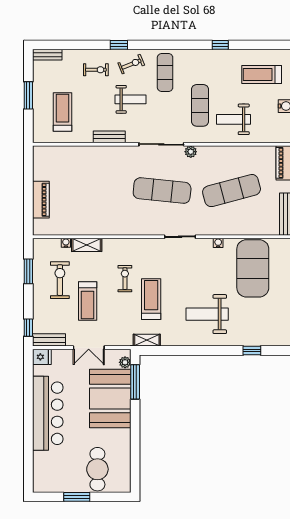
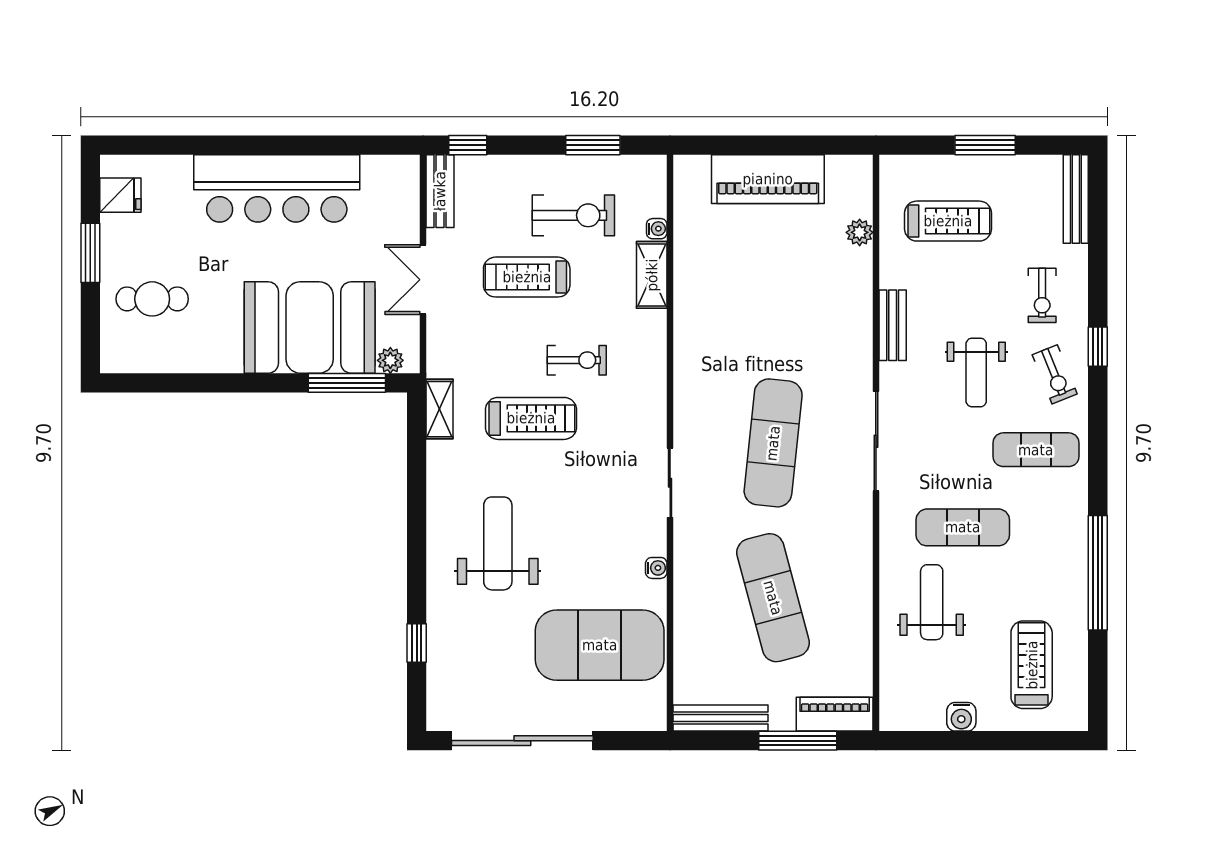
window: (220, 45) -> (1098, 573), width x3.17
bench: (47, 55) -> (1076, 199), width x1.36
plant: (191, 152) -> (860, 232), moved
piano: (41, 200) -> (768, 179), width x1.37, depth x1.33
fridge: (42, 357) -> (120, 195), moved, turned -90
cafe table: (97, 469) -> (152, 299), width x0.73, depth x0.74

